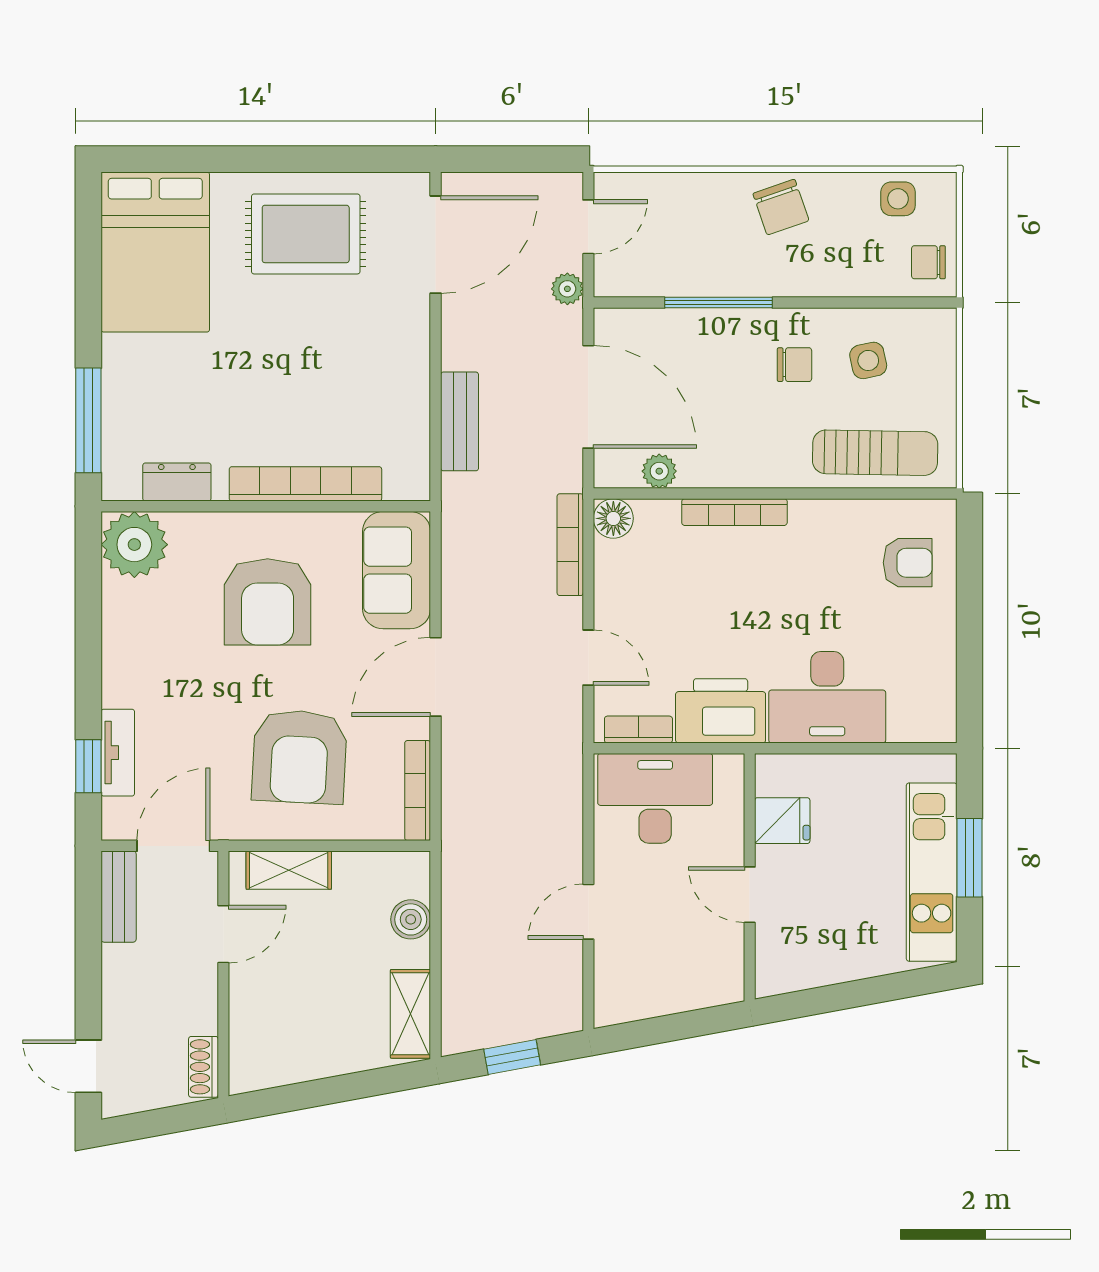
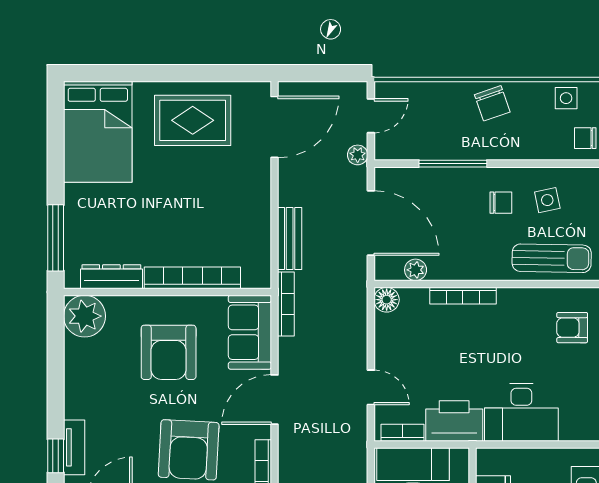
dresser: (177, 482) -> (111, 277), width x1.44
bookcase: (570, 545) -> (286, 304), moved, turned 180
armchair: (908, 563) -> (572, 328), turned 180

